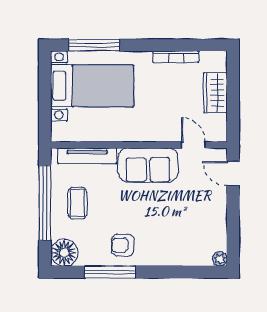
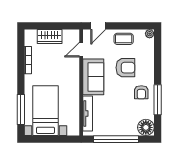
coffee table: (77, 203) -> (124, 39), moved
armchair: (163, 219) -> (125, 68), added

